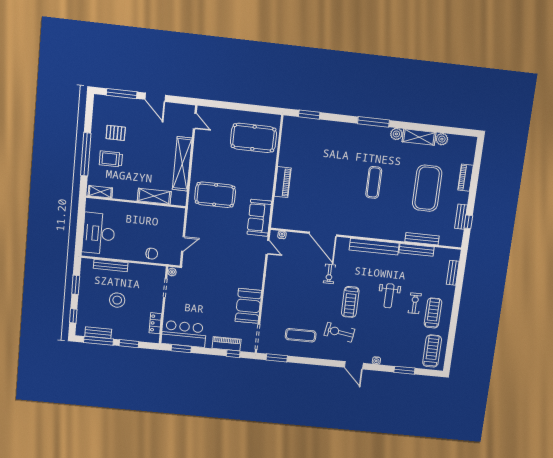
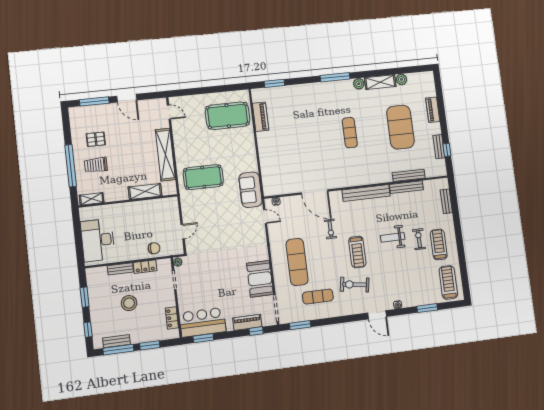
piano: (283, 182) -> (261, 117), moved
bench: (111, 265) -> (120, 269), width x0.73
locker: (139, 269) -> (145, 267), added
weight bench: (389, 296) -> (393, 237), turned 90
exercise mat: (288, 298) -> (297, 262), added

